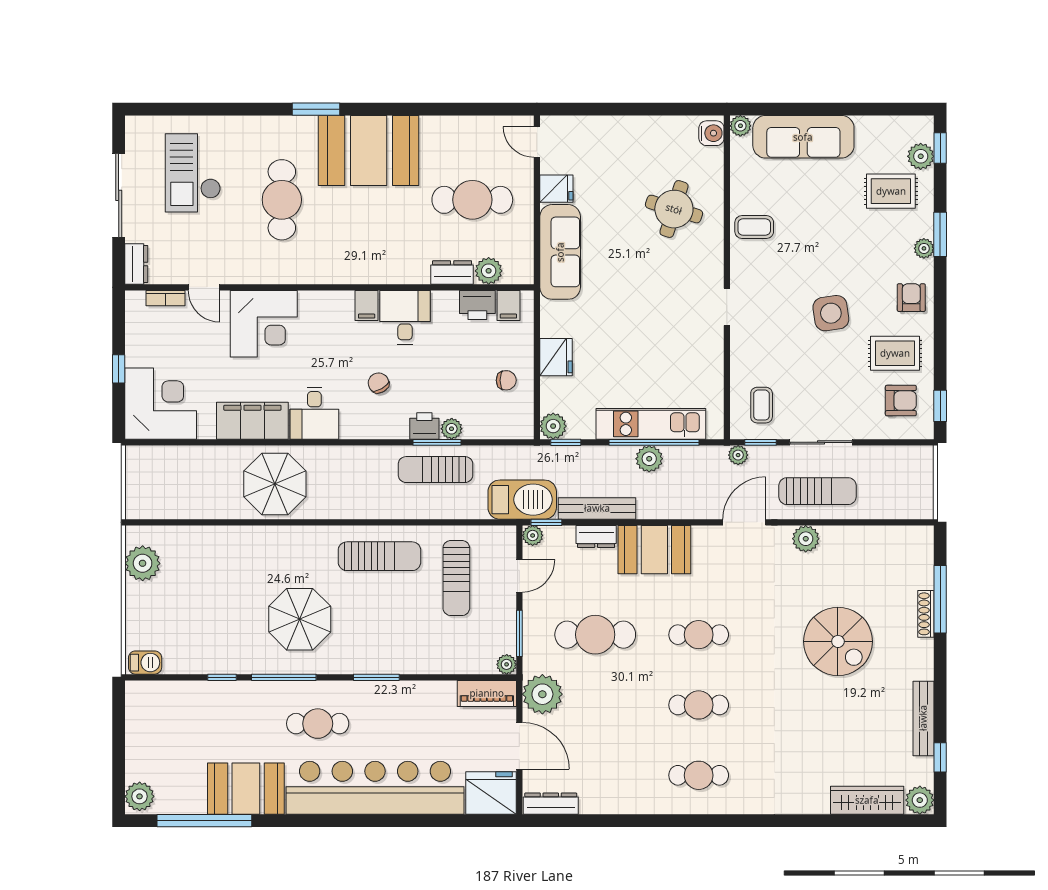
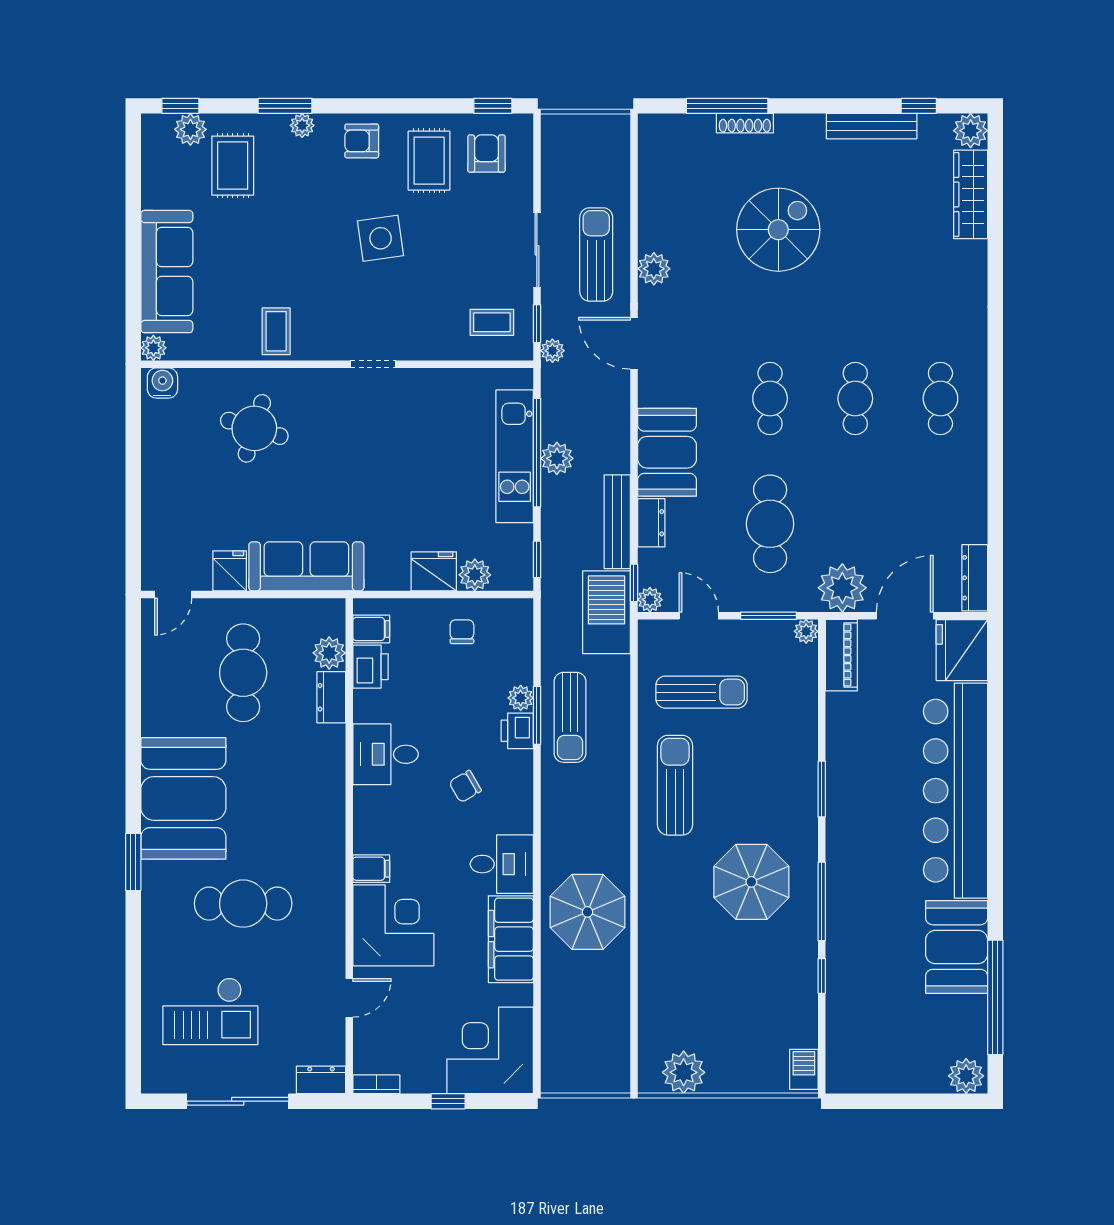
bookcase: (166, 298) -> (376, 1084), moved, turned -90
filing cabinet: (367, 305) -> (371, 869), moved
plant: (553, 426) -> (475, 575), moved
cafe table: (318, 724) -> (878, 860), removed

